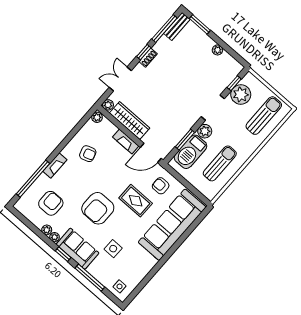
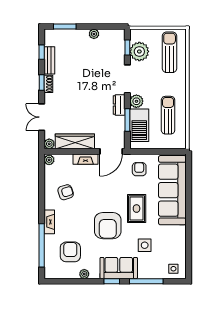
bench: (177, 26) -> (49, 60), moved
window: (164, 28) -> (42, 52), width x0.46
dresser: (189, 122) -> (119, 105), added
armchair: (161, 186) -> (139, 169), turned 90
rug: (136, 201) -> (137, 209), moved, turned 90
plant: (55, 237) -> (95, 274), removed

